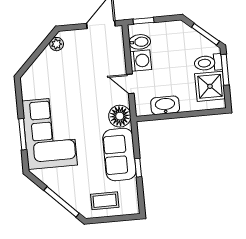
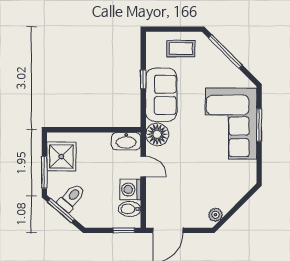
toilet: (208, 63) -> (71, 198), moved, turned -49
washbasin: (165, 105) -> (126, 141), moved

